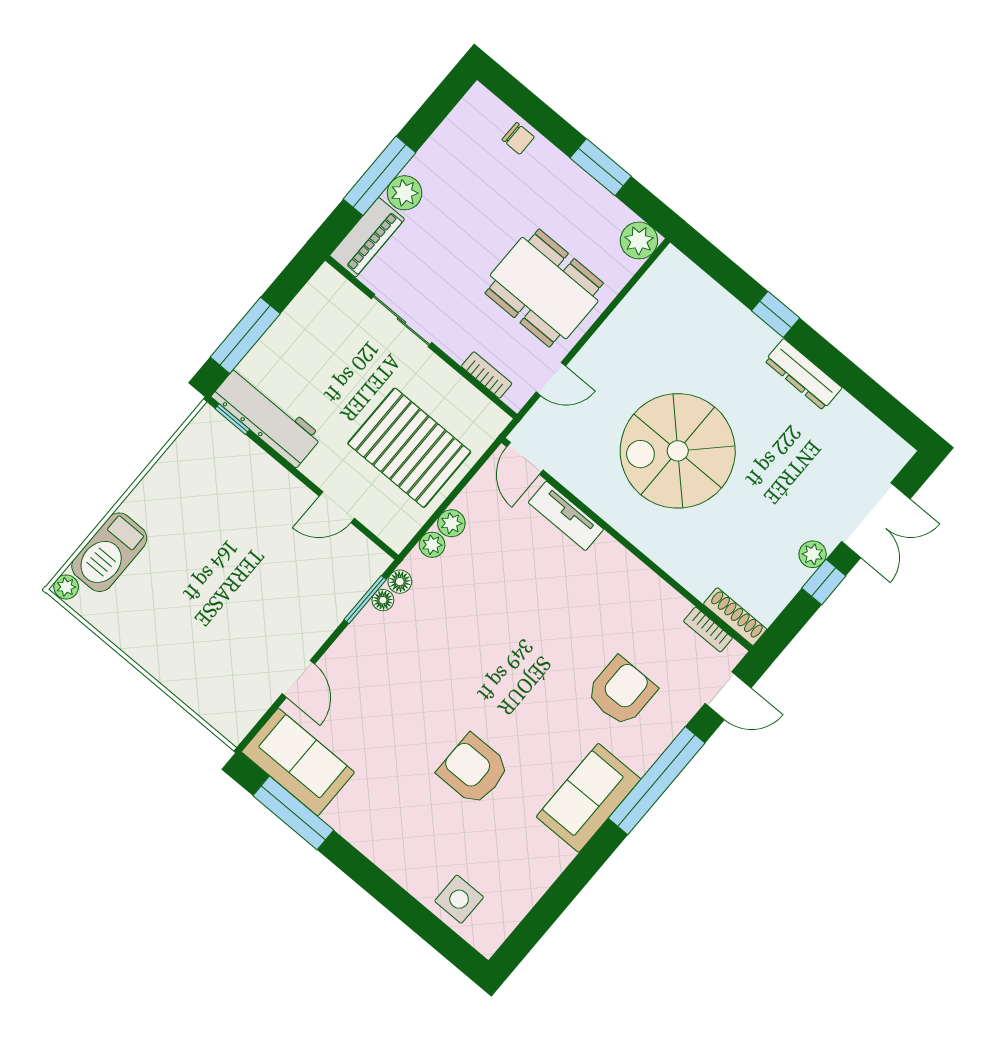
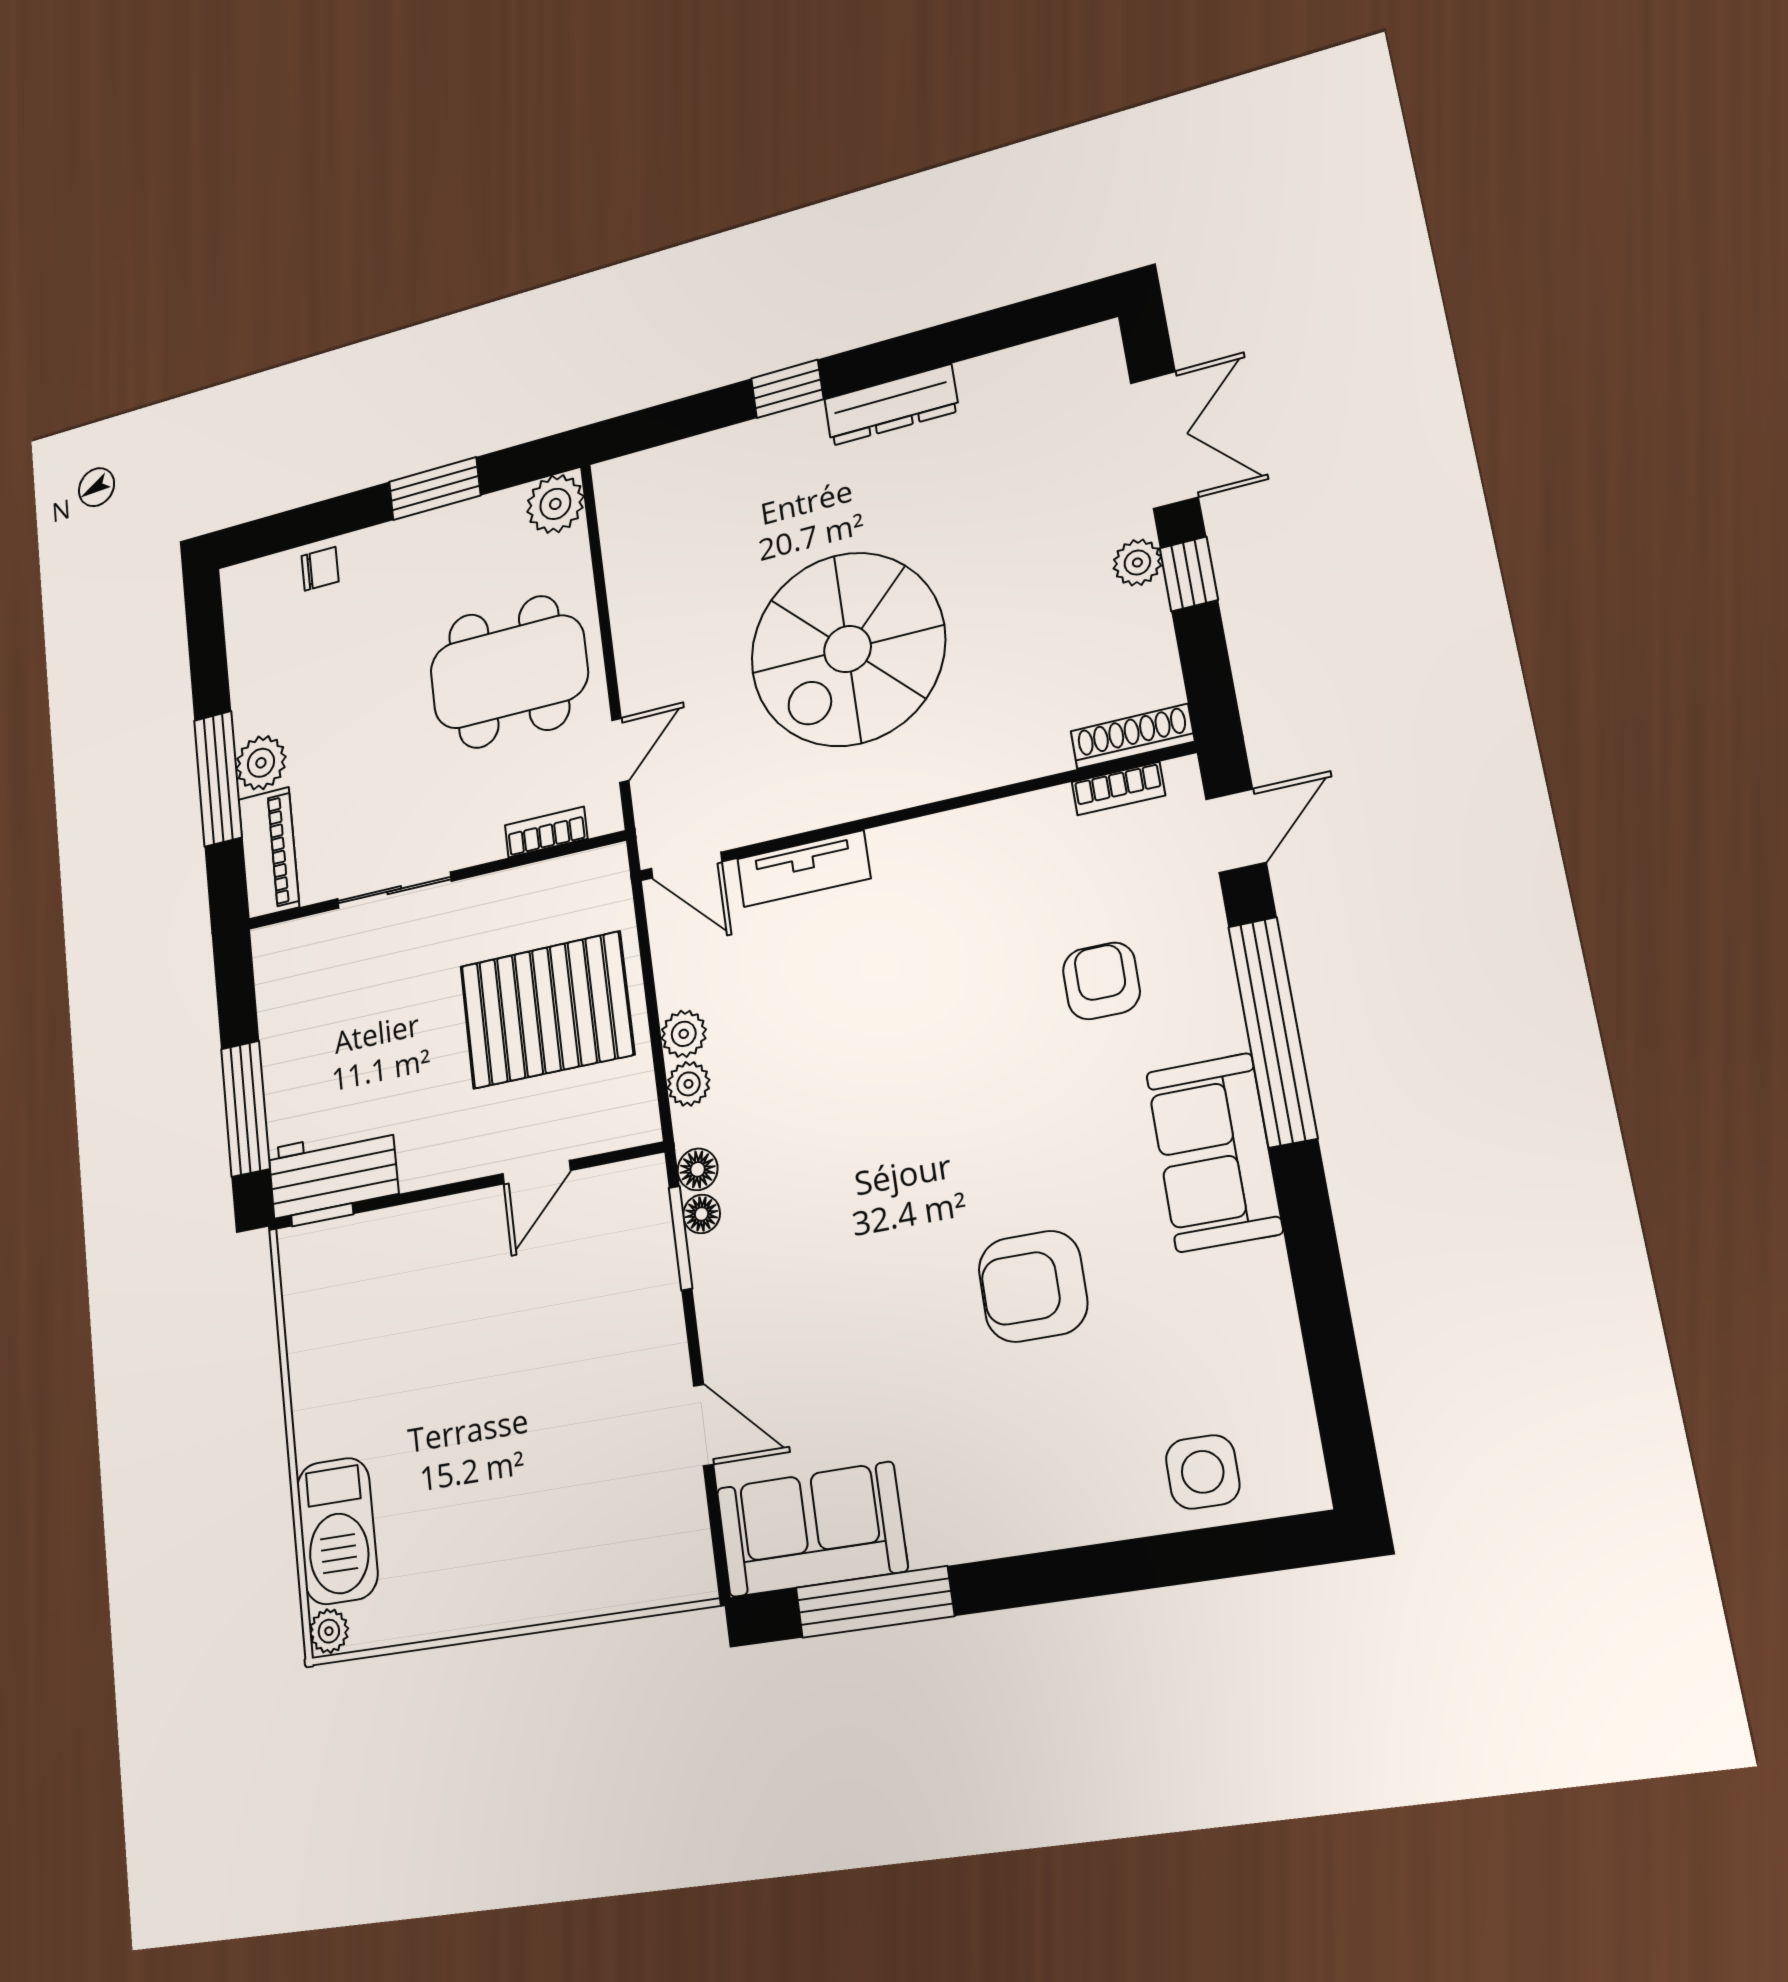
workbench: (267, 416) -> (333, 1171), width x0.73
armchair: (621, 691) -> (1101, 981), width x0.72, depth x0.72

